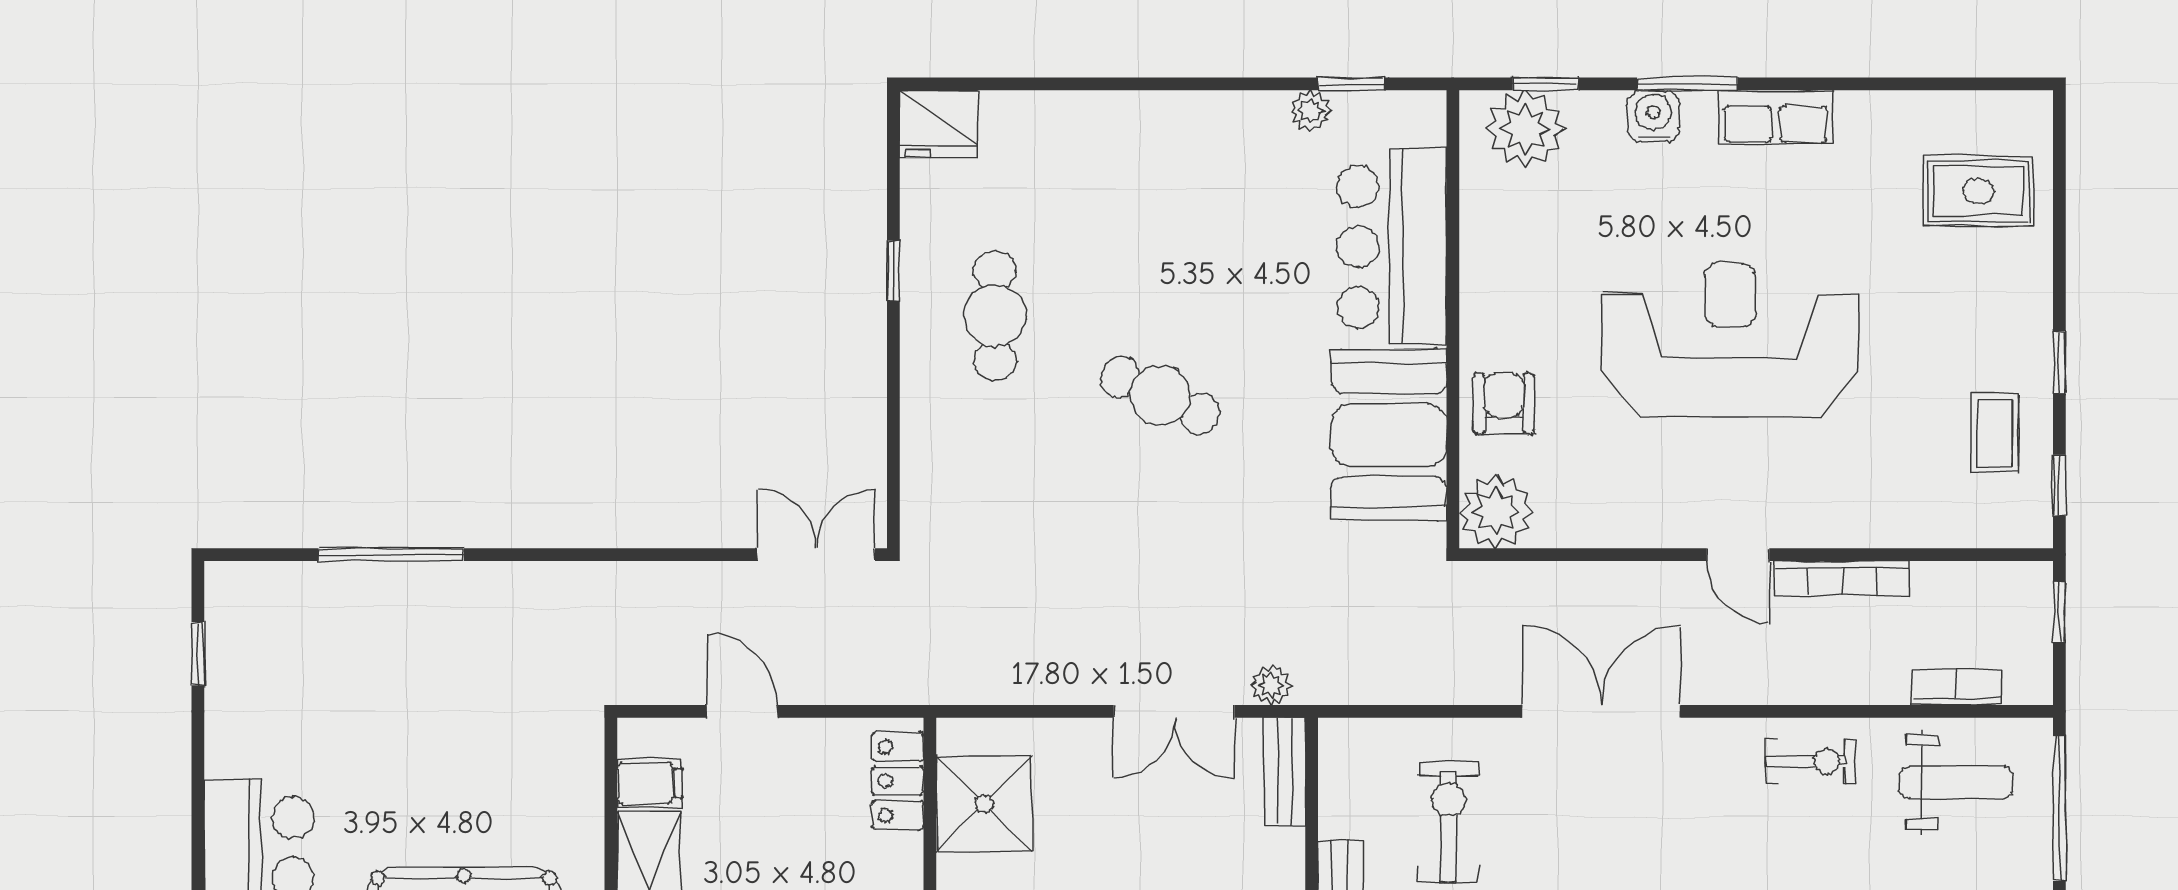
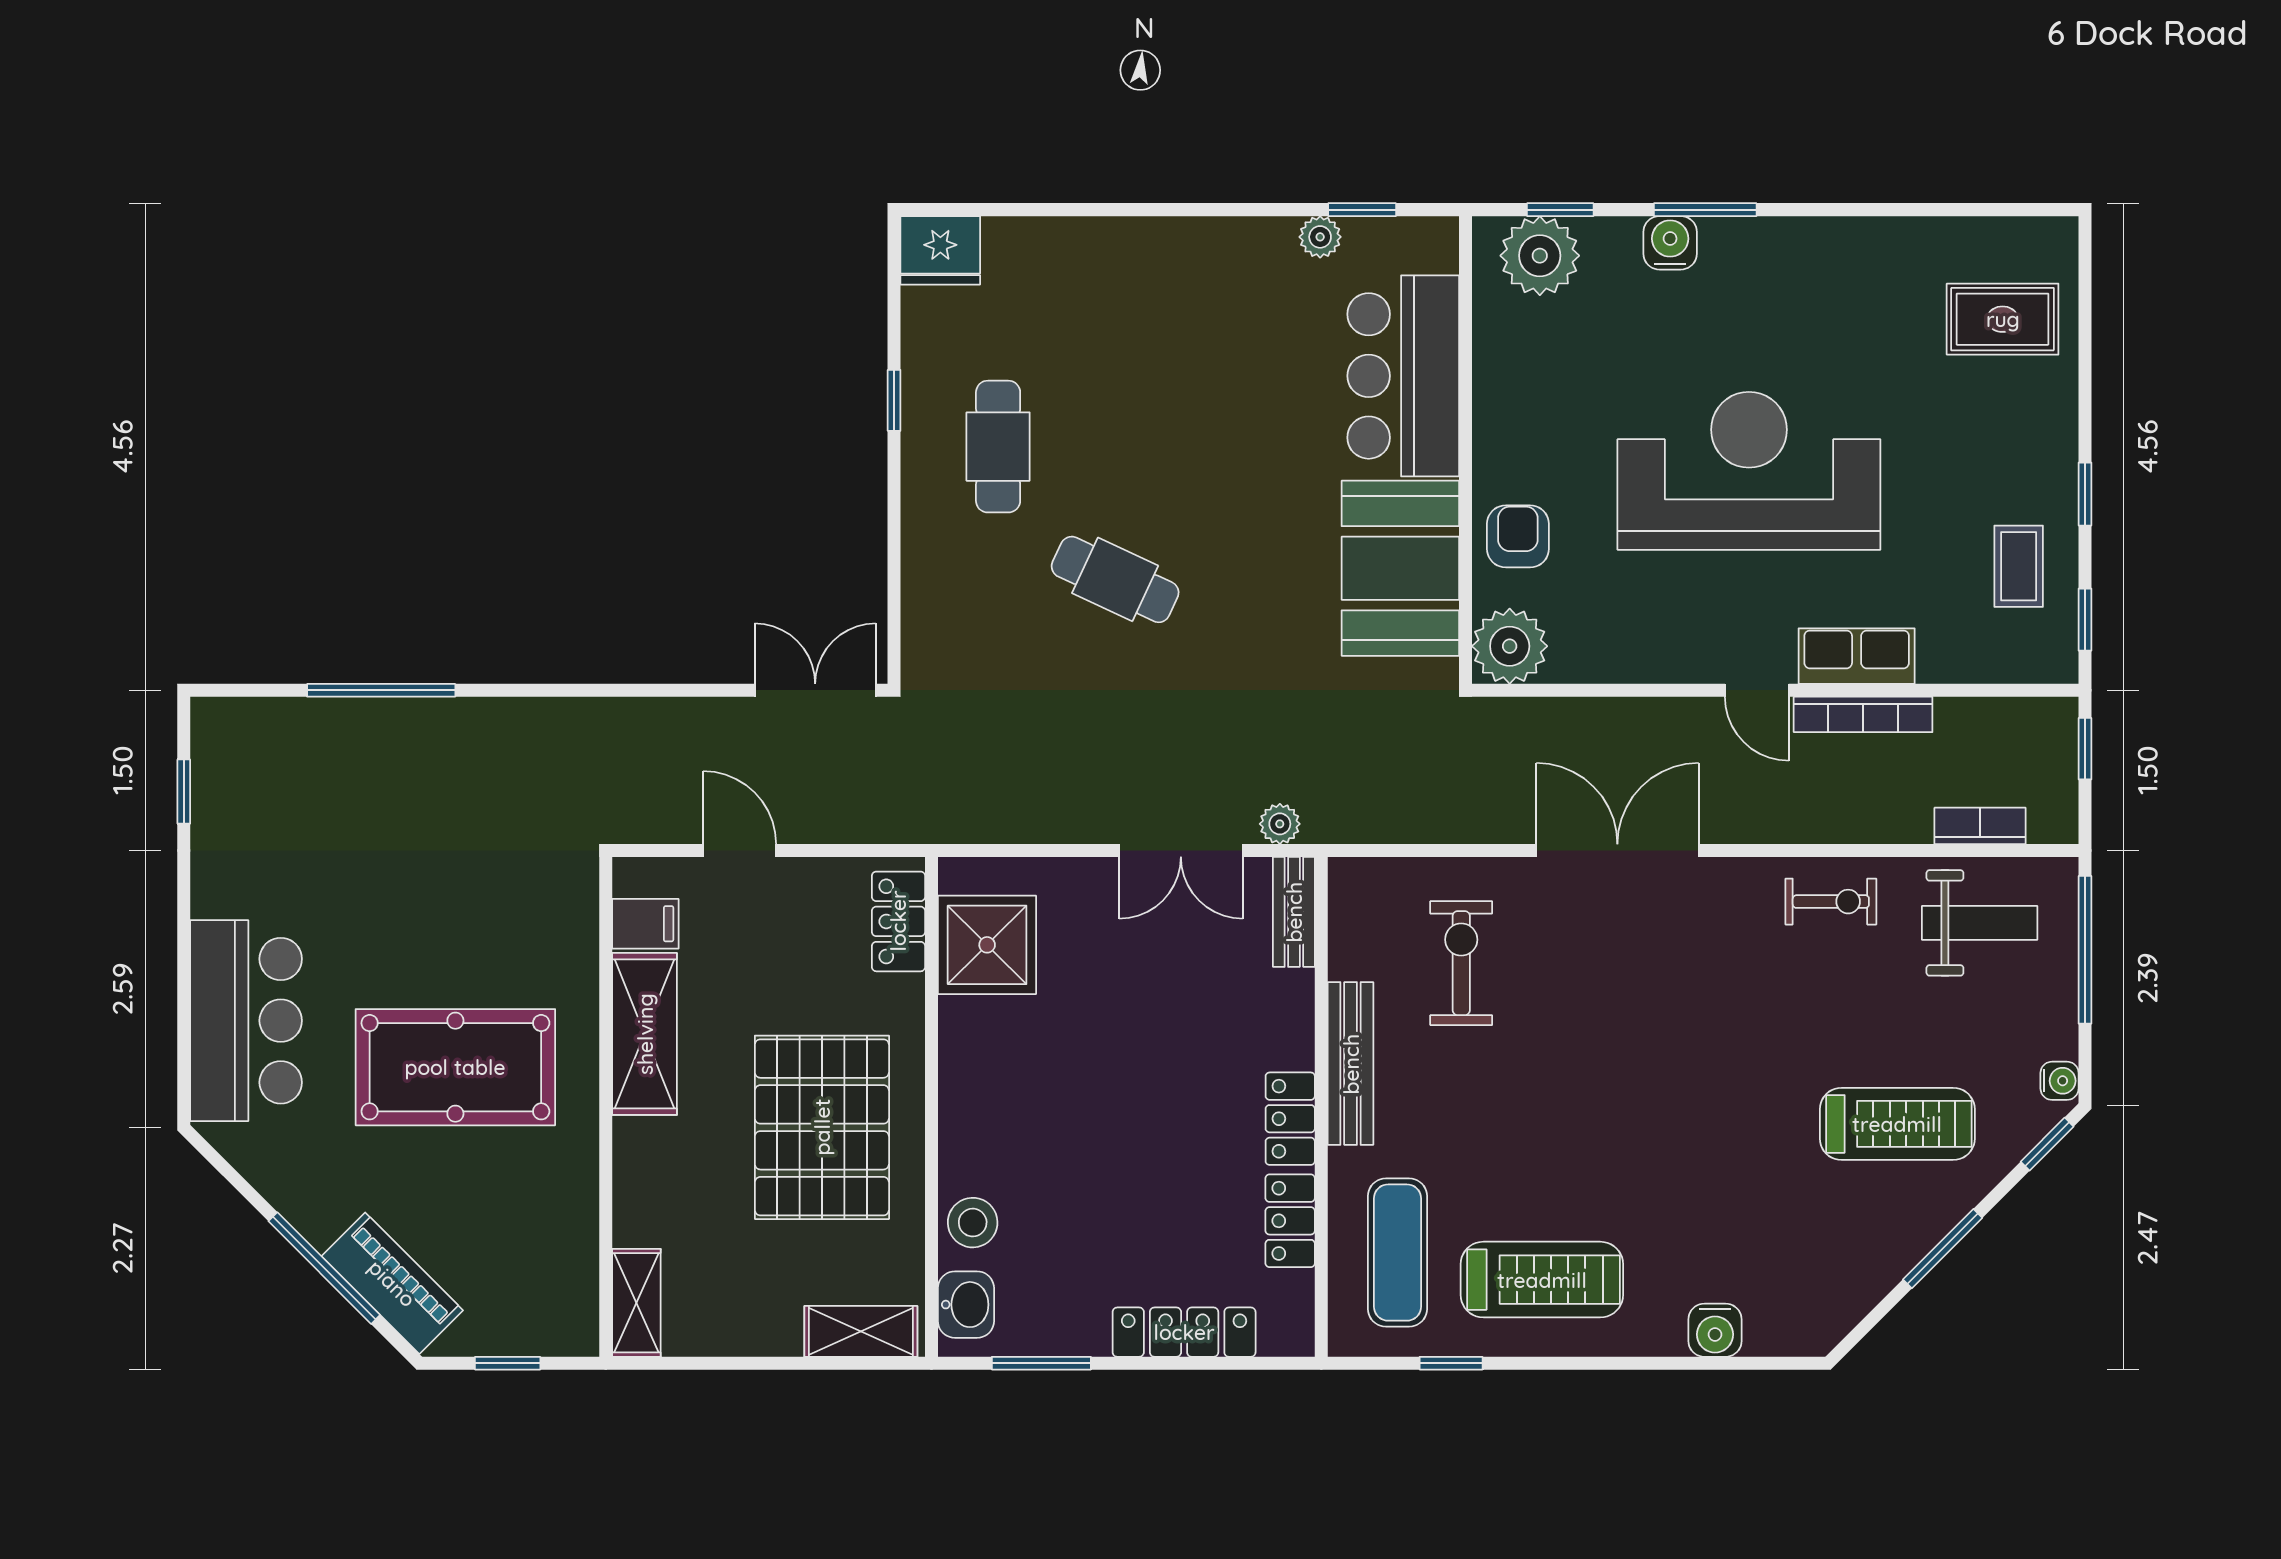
row of seats: (1776, 117) -> (1857, 656), moved, turned 180
cafe table: (1160, 395) -> (1115, 579), moved

